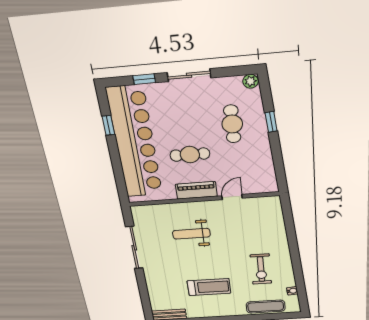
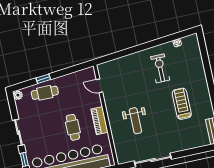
cafe table: (232, 124) -> (45, 93), moved
door: (232, 197) -> (99, 86), moved
exercise bike: (261, 269) -> (160, 68), turned -90
exercise mat: (266, 307) -> (195, 60), removed

